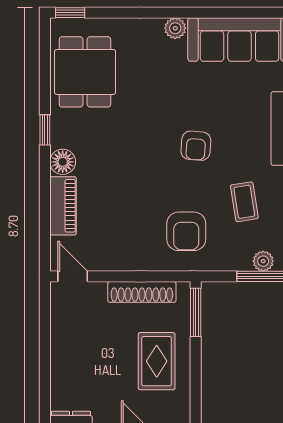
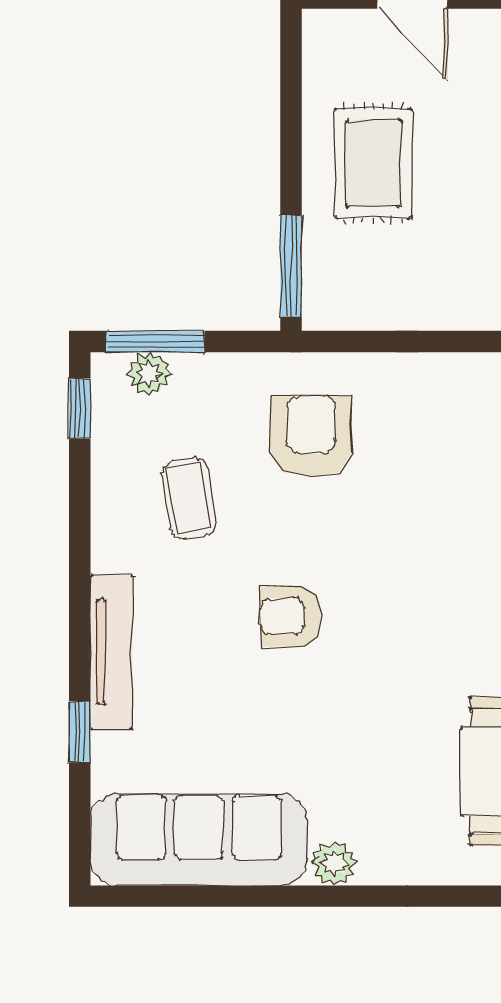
armchair: (196, 146) -> (291, 616), turned -95
shoe rack: (142, 292) -> (404, 309), removed

